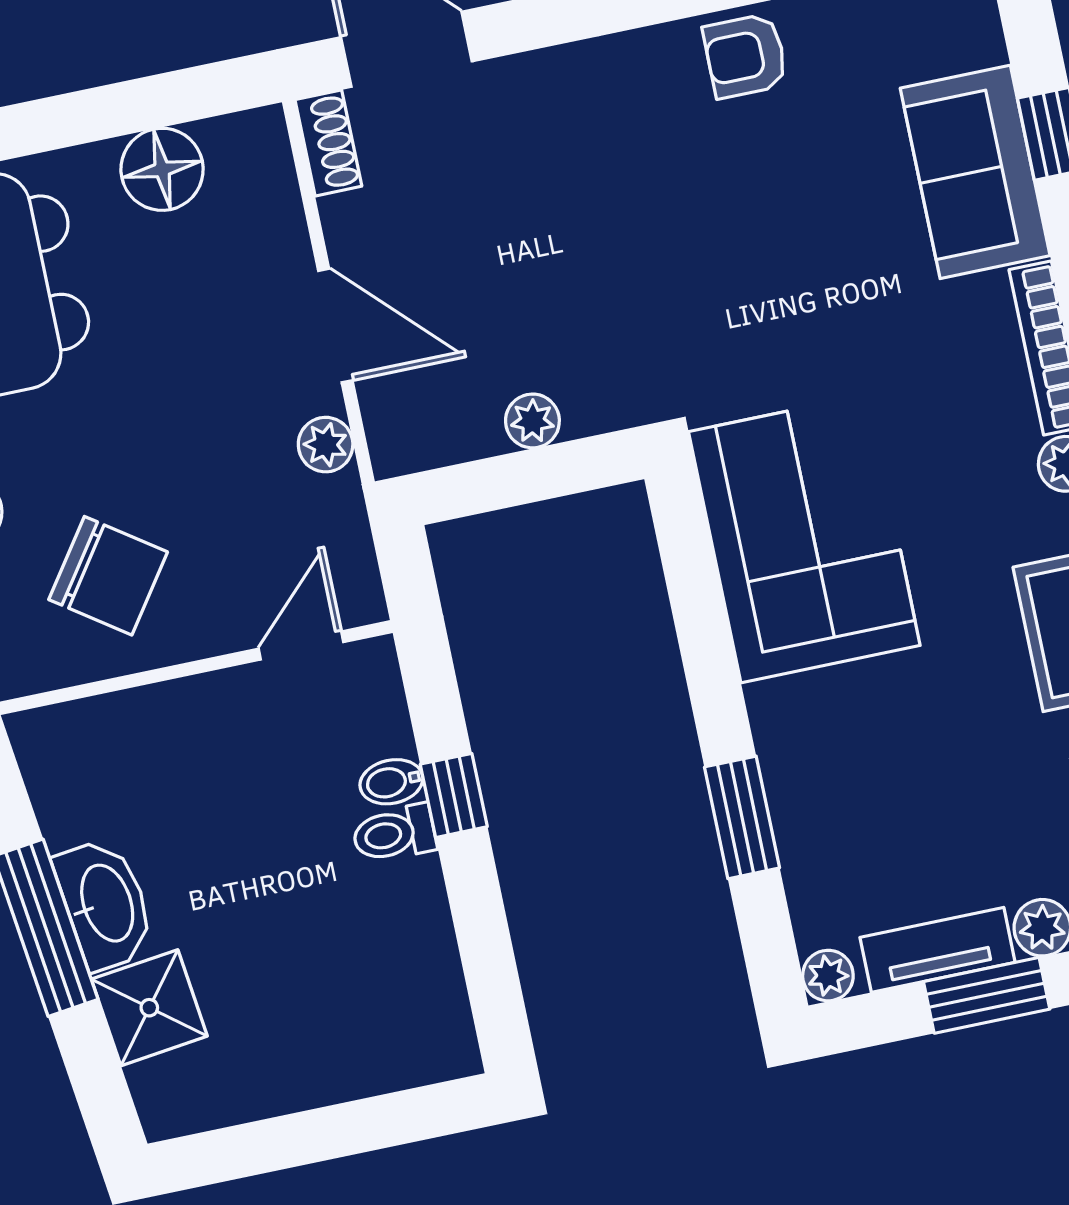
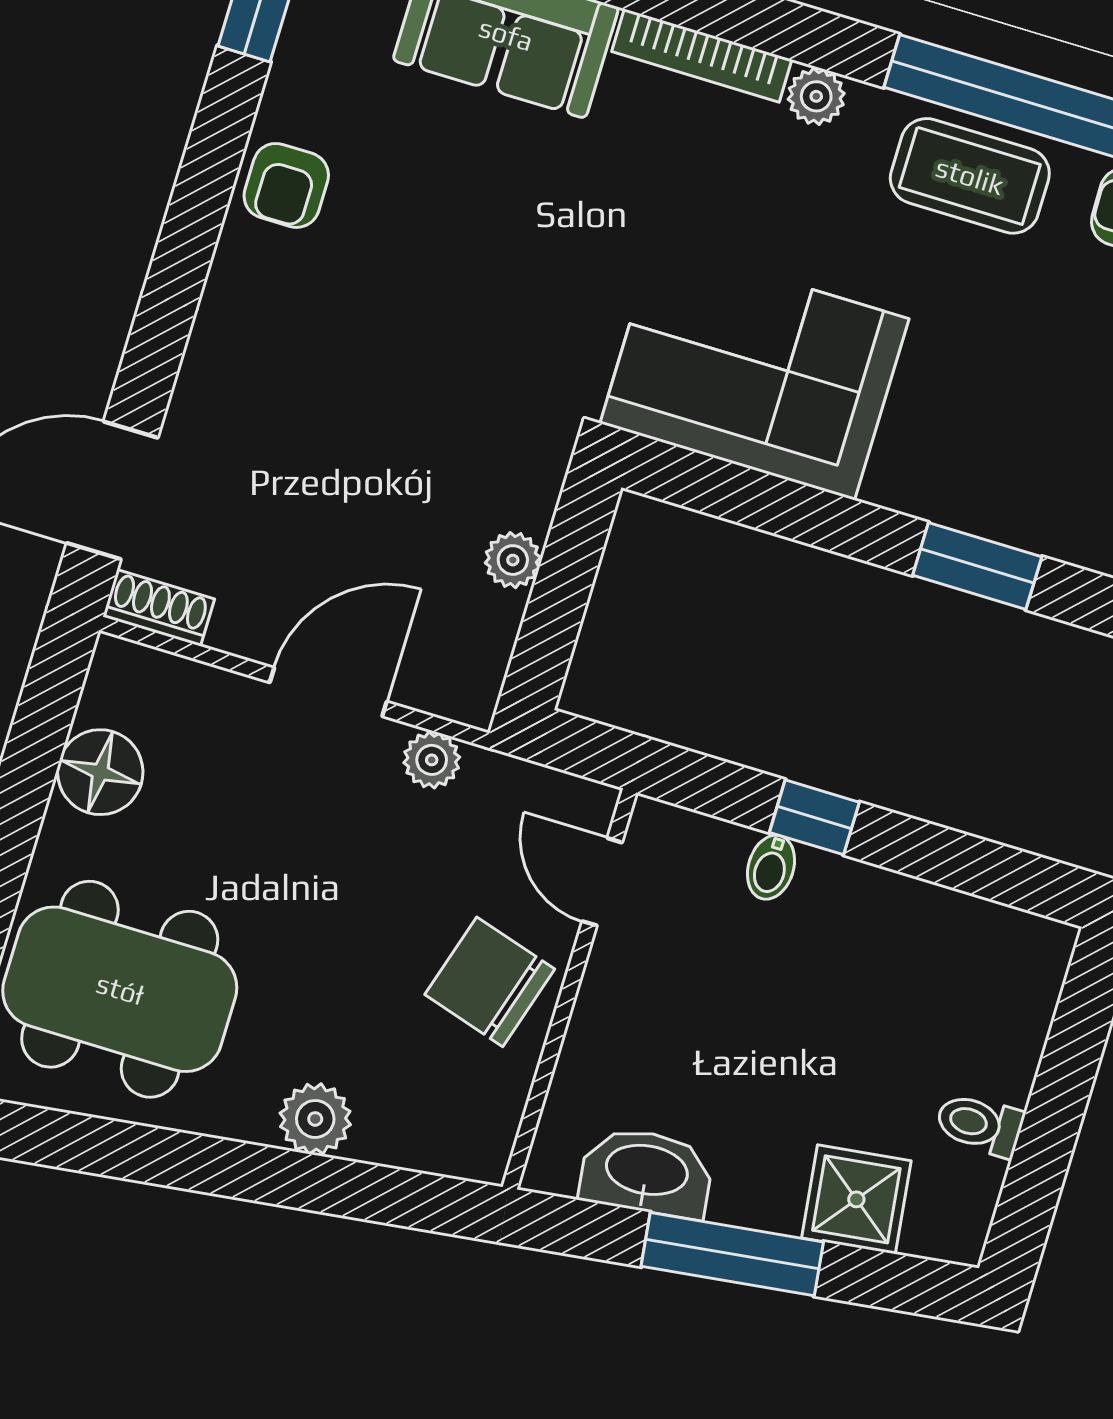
chair: (108, 576) -> (490, 982), moved, turned -108
toilet: (394, 834) -> (980, 1124), moved, turned 90
washbasin: (105, 904) -> (646, 1172), moved

